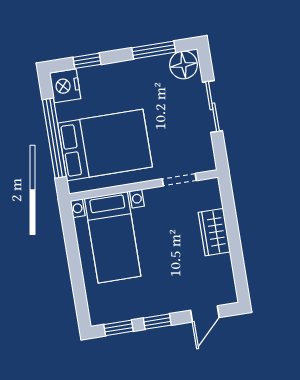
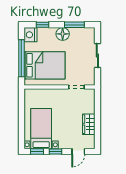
floor lamp: (184, 65) -> (63, 34), moved
wardrobe: (214, 232) -> (89, 124), moved
bed with nightstands: (113, 237) -> (41, 129), moved, turned 180

